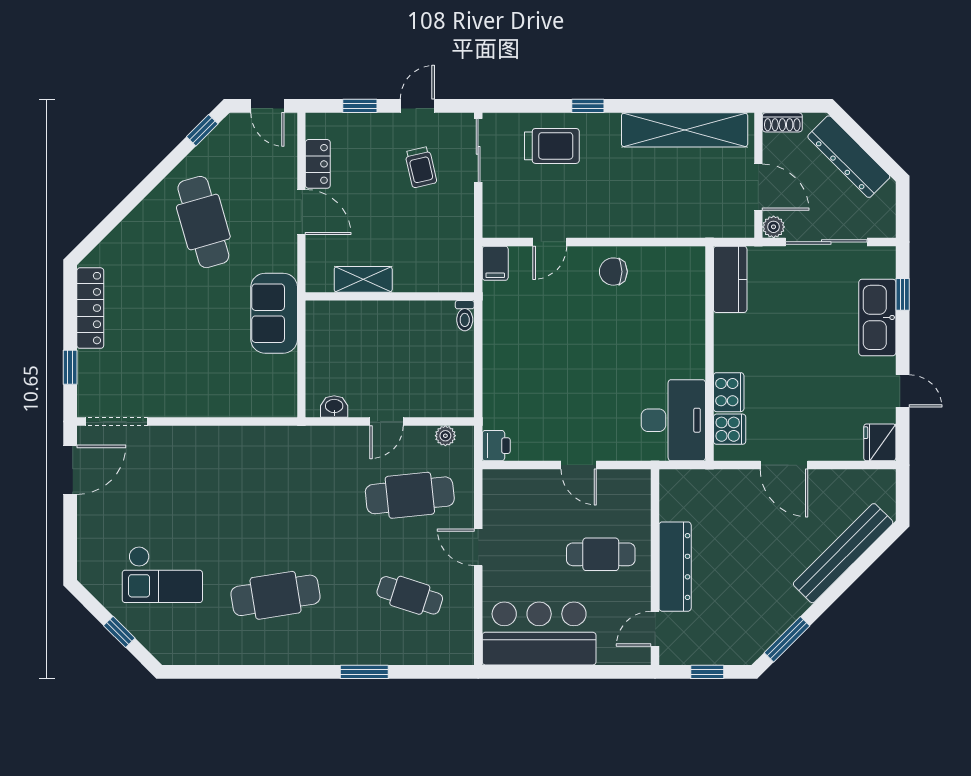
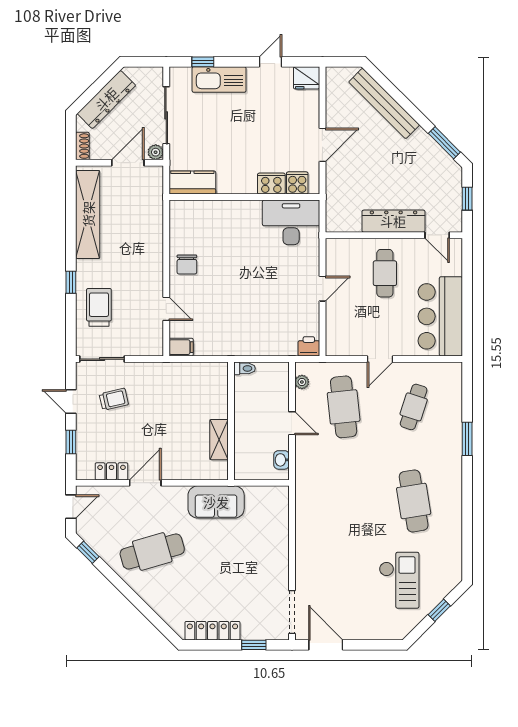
shelving: (363, 279) -> (219, 440), moved
wall: (390, 296) -> (231, 421), moved
toilet: (465, 316) -> (244, 368), moved

